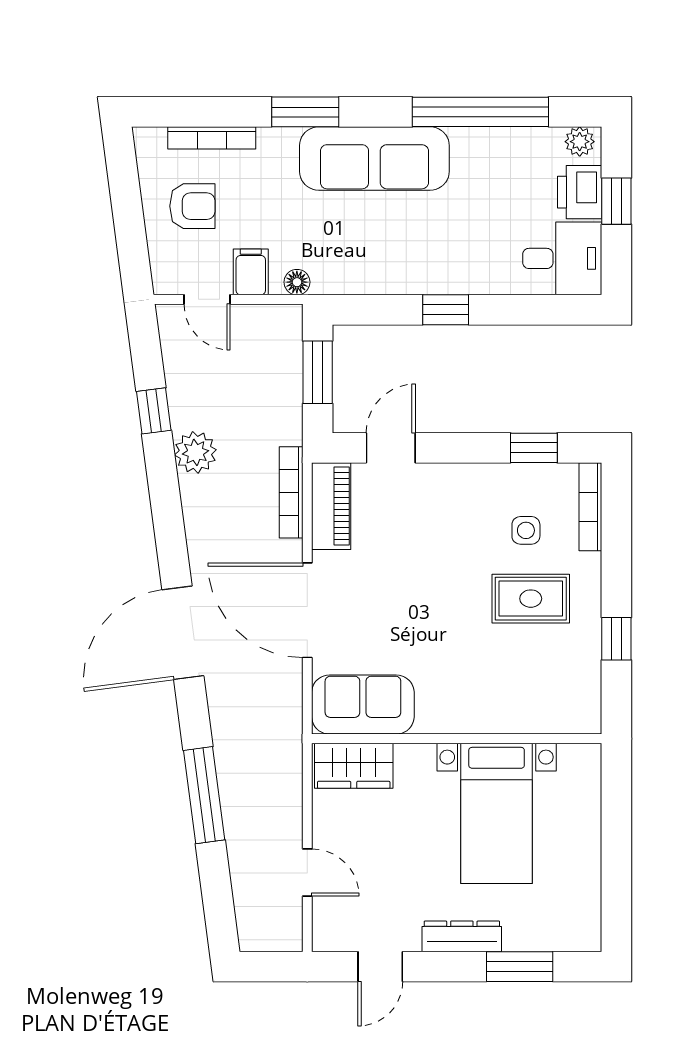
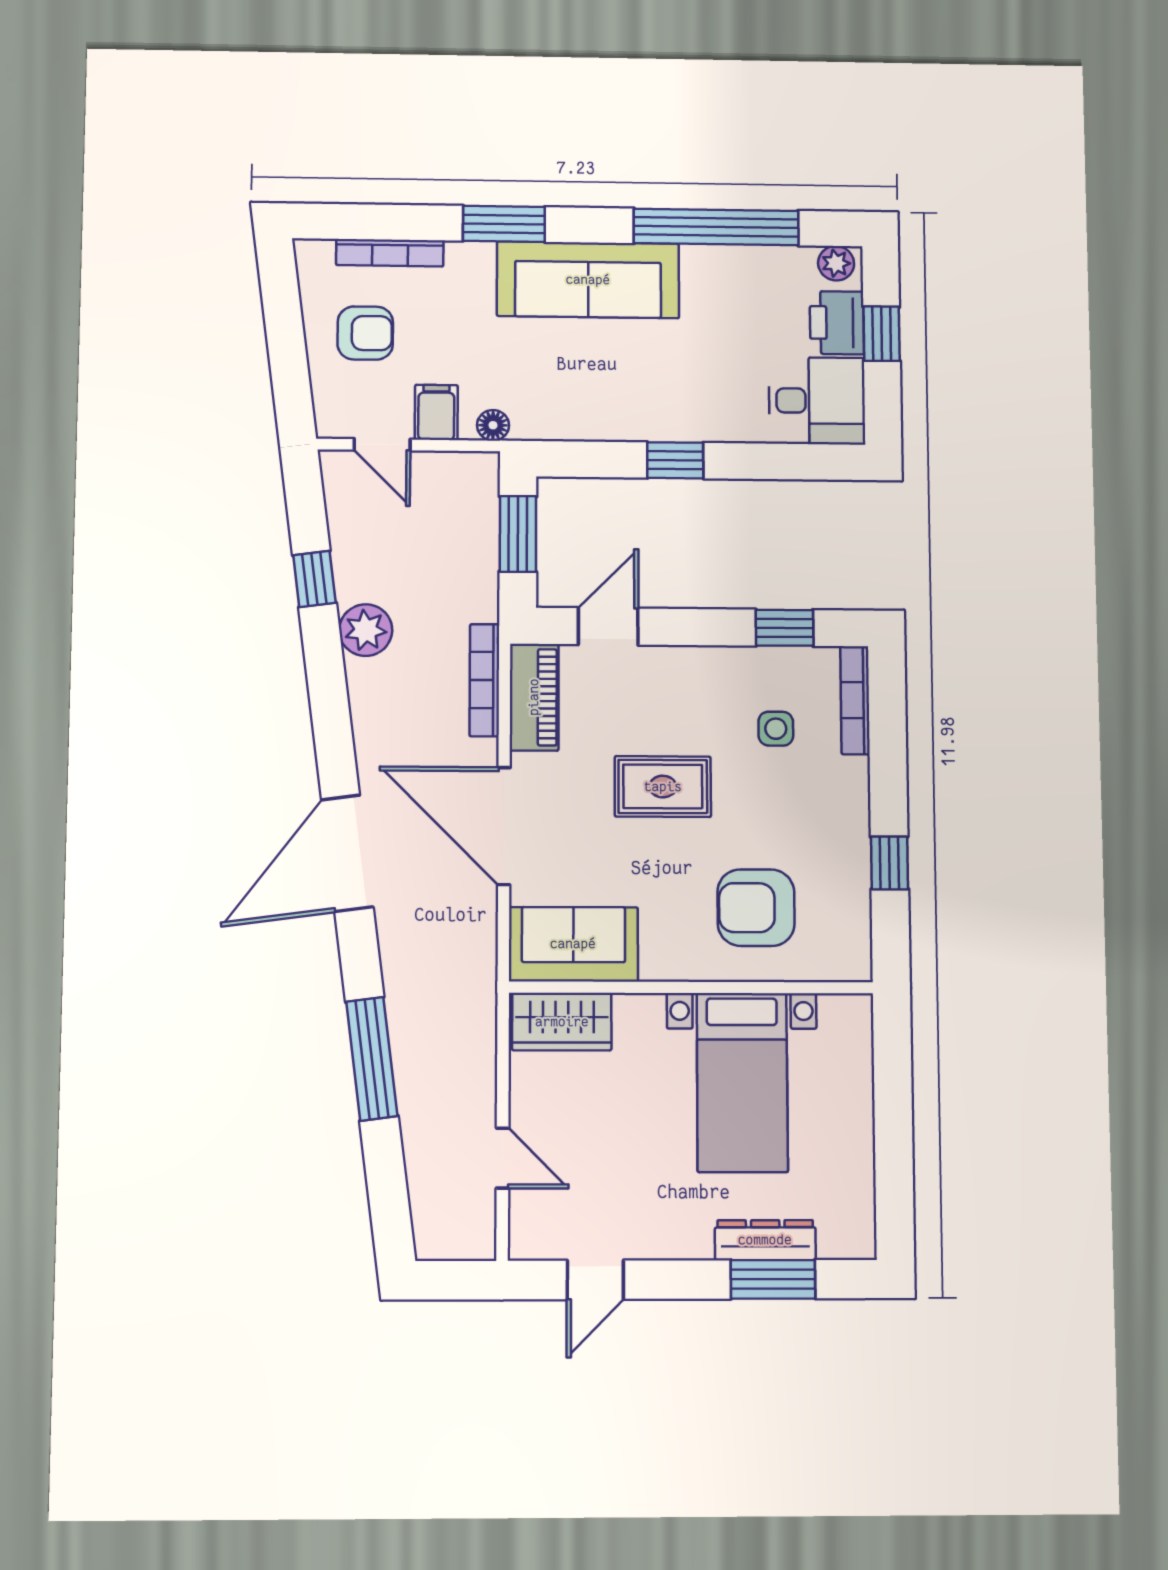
rug: (531, 599) -> (663, 787), moved
armchair: (509, 675) -> (756, 908), added
dresser: (462, 936) -> (765, 1240), moved

